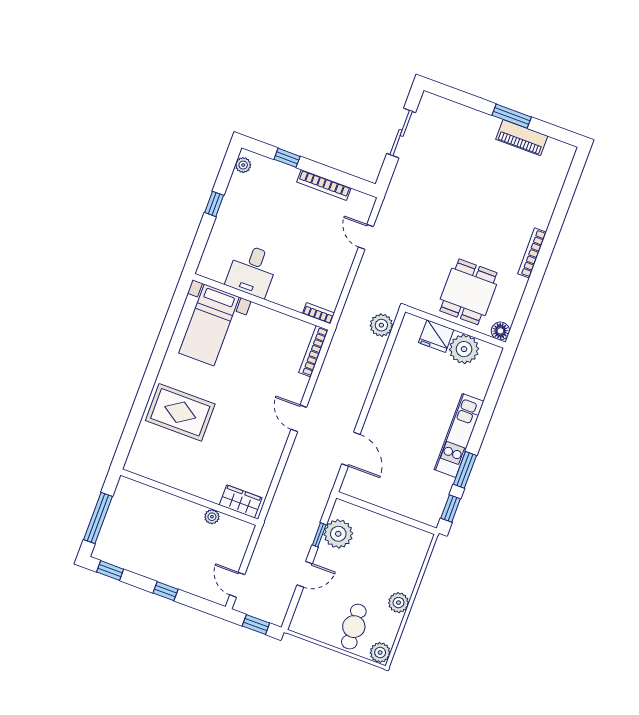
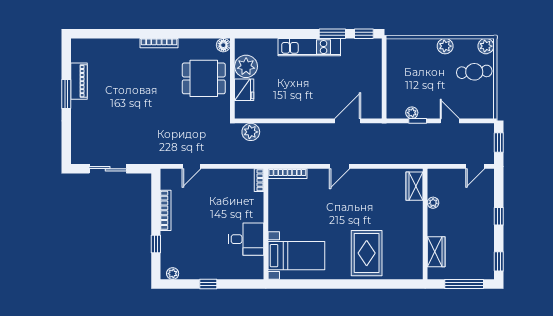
wardrobe: (150, 498) -> (436, 252), added
plant: (338, 534) -> (412, 113), width x0.53, depth x0.53

